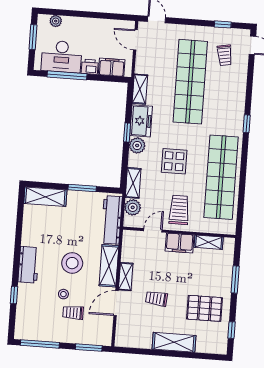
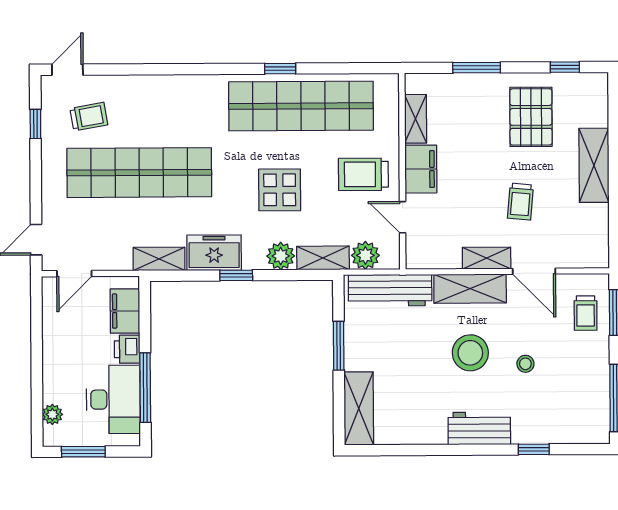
window: (247, 124) -> (280, 69), moved
plant: (137, 145) -> (281, 256), moved
trolley: (73, 313) -> (586, 313), moved

